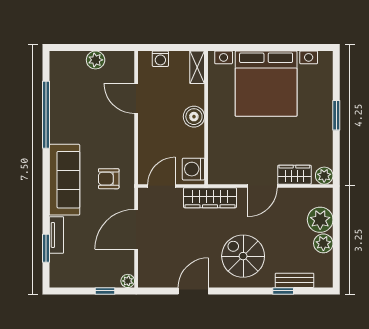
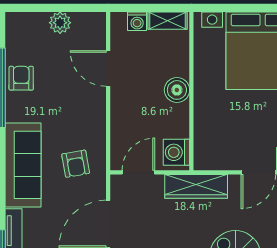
shelving: (197, 67) -> (167, 21), moved, turned 90
armchair: (63, 107) -> (21, 78), added
armchair: (109, 179) -> (76, 164), turned -100

